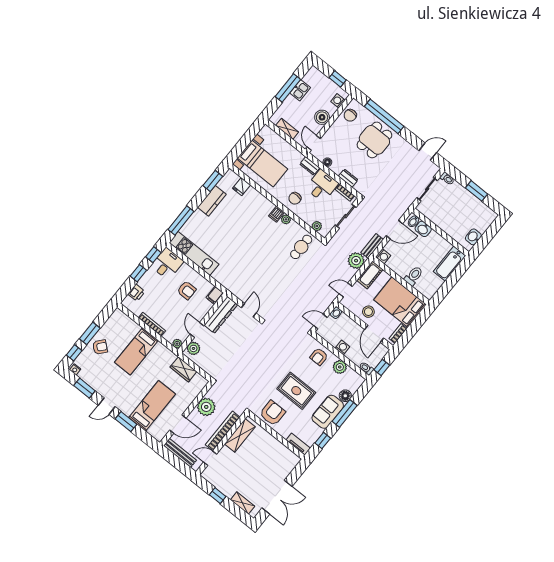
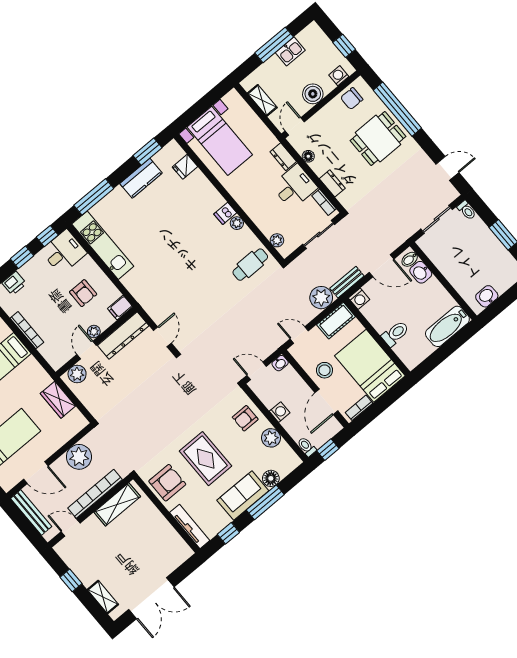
chair: (295, 198) -> (254, 197), removed
plant: (177, 344) -> (94, 331), moved
tv unit: (298, 444) -> (190, 526), width x1.41

